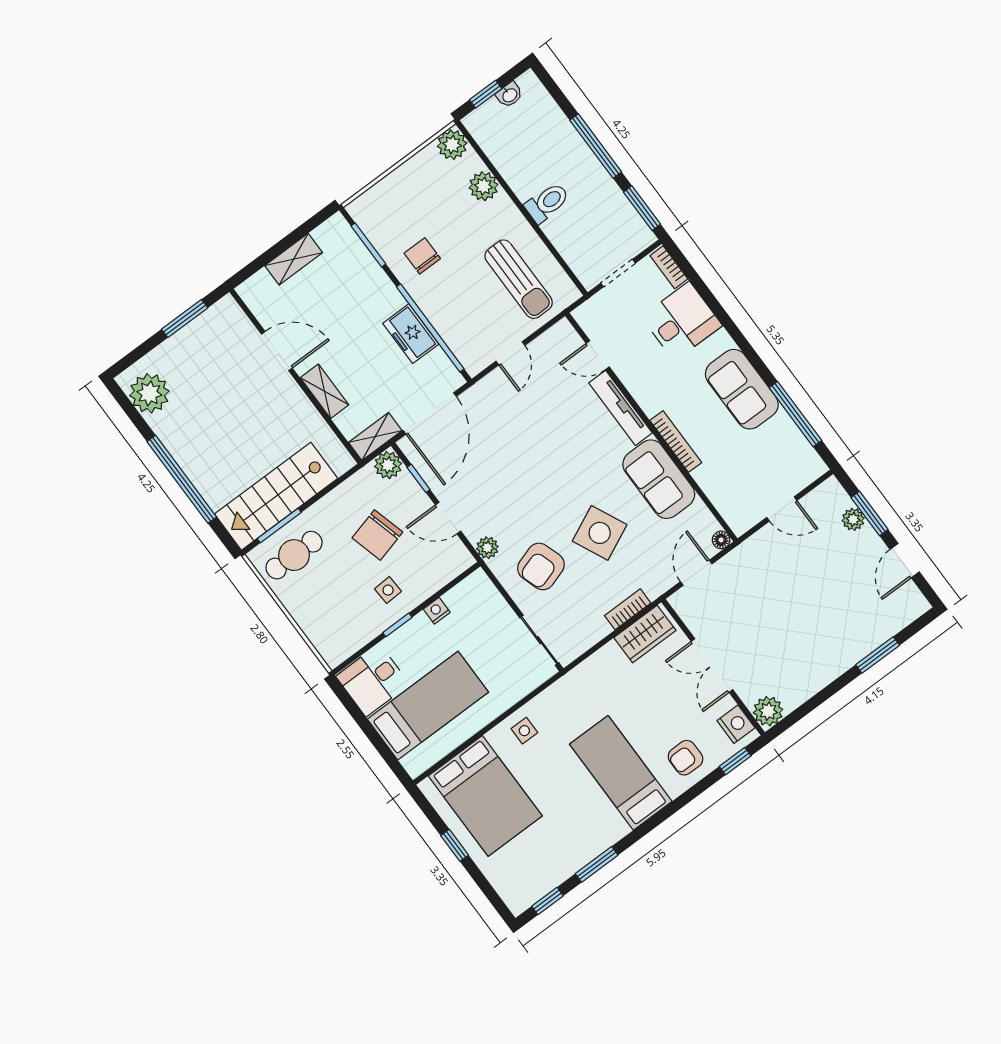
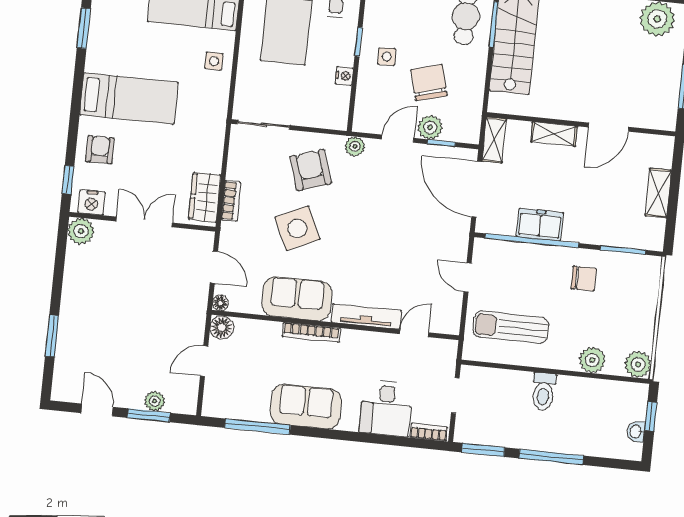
plant: (388, 465) -> (430, 127), moved
floor lamp: (740, 520) -> (222, 328), added

